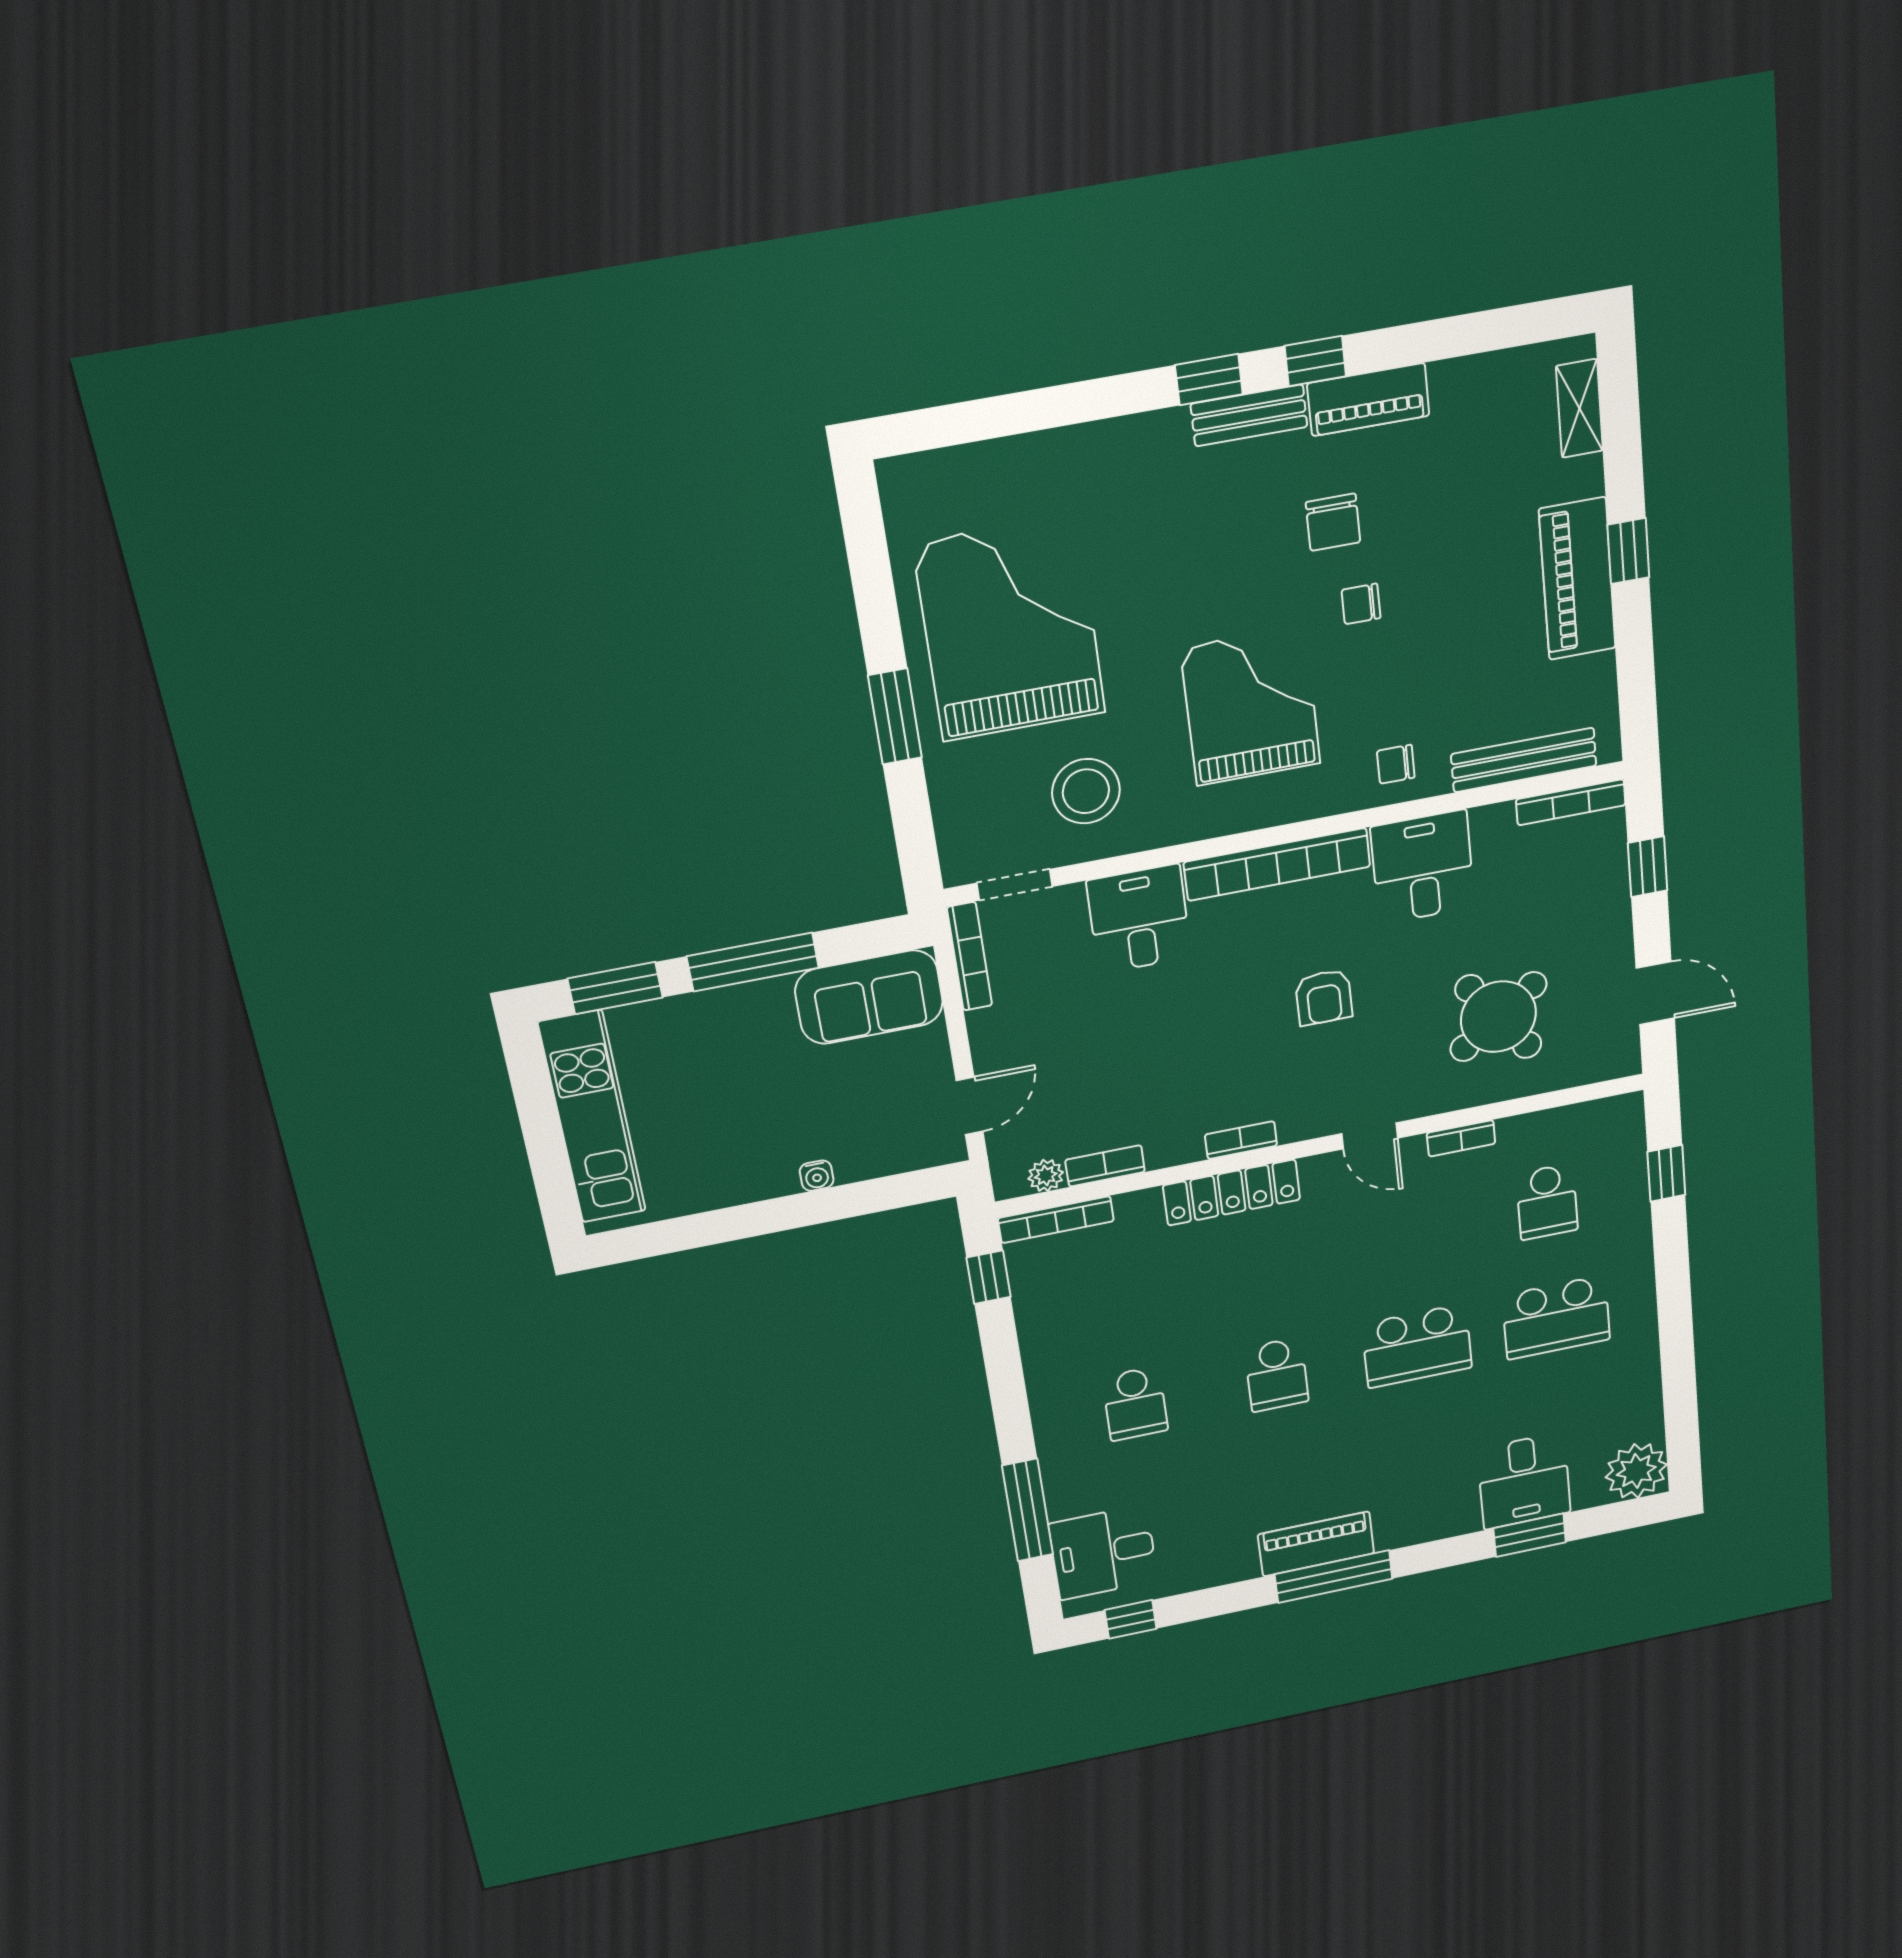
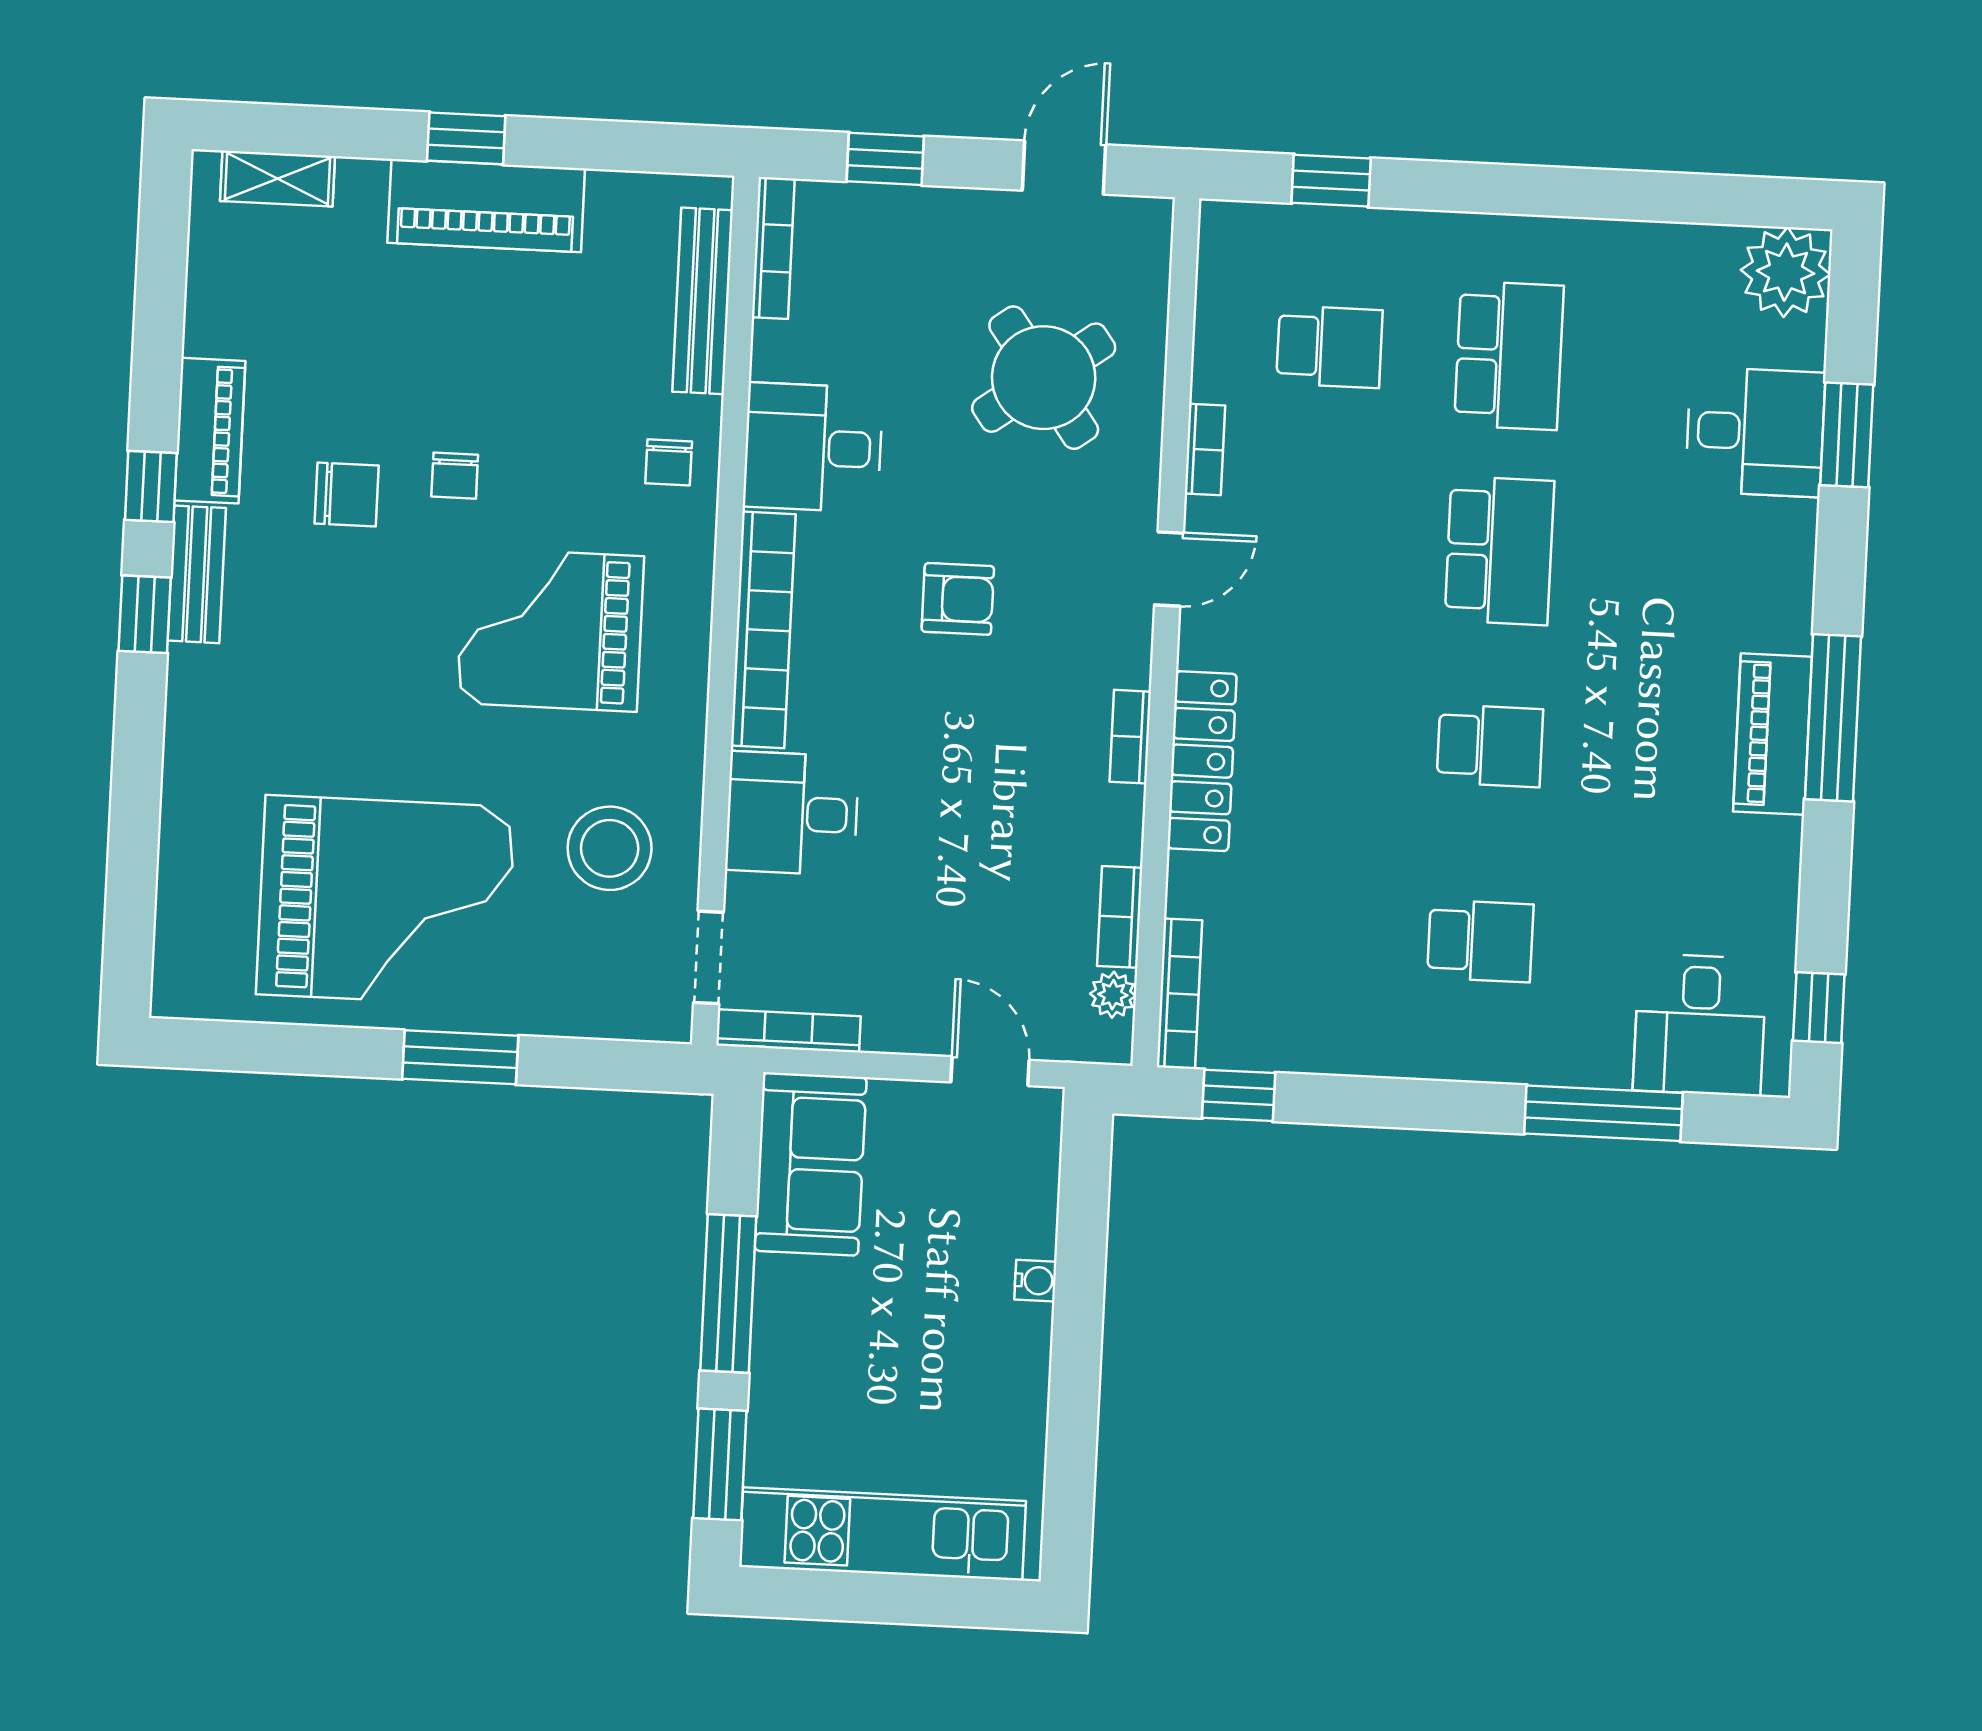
grand piano: (1010, 629) -> (386, 901), turned 180

